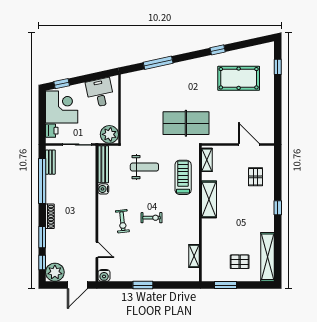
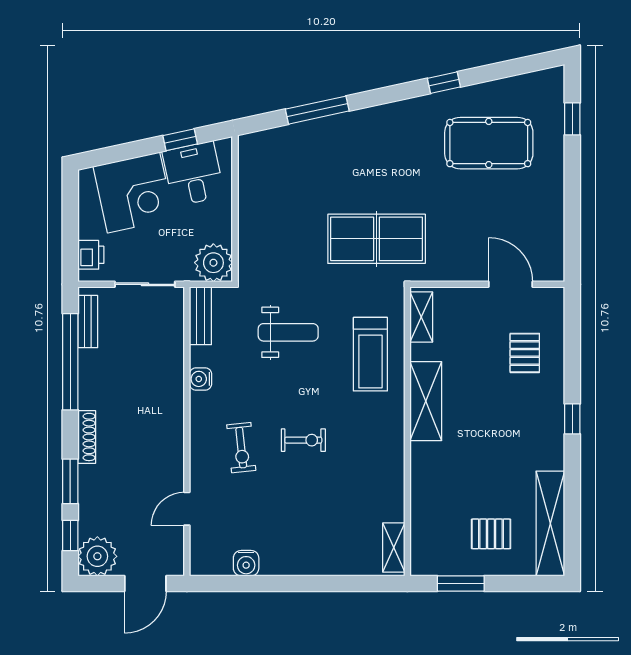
window: (62, 84) -> (180, 140), moved
corner desk: (62, 107) -> (134, 193), moved, turned 78
bench: (103, 164) -> (200, 316), width x0.73
treadmill: (183, 177) -> (370, 354), turned 180
door: (97, 250) -> (187, 509), swing flipped
shelving: (194, 256) -> (394, 548), moved
water cooler: (104, 275) -> (246, 563), moved
window: (143, 285) -> (285, 583), removed

